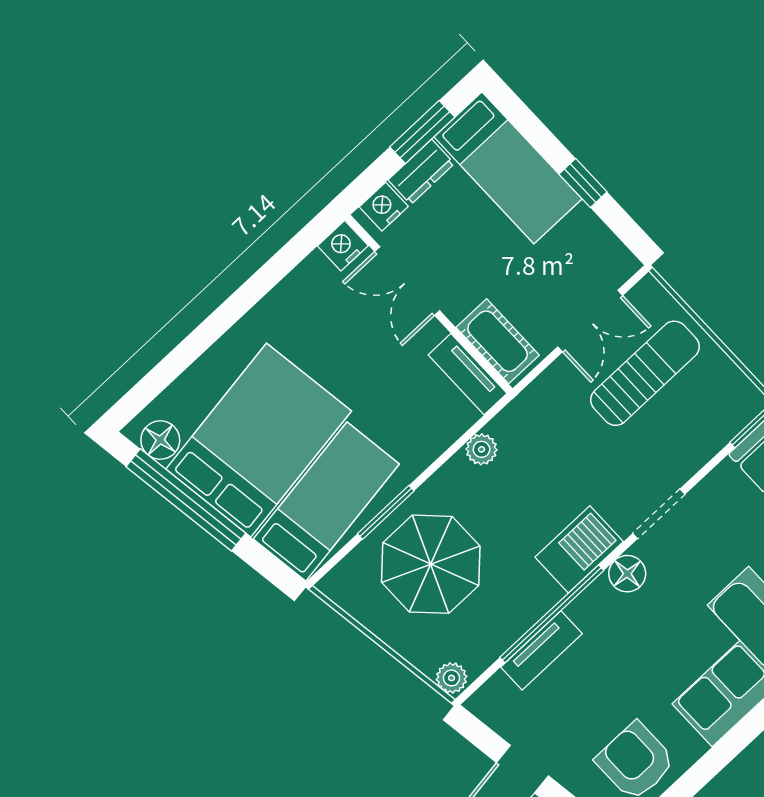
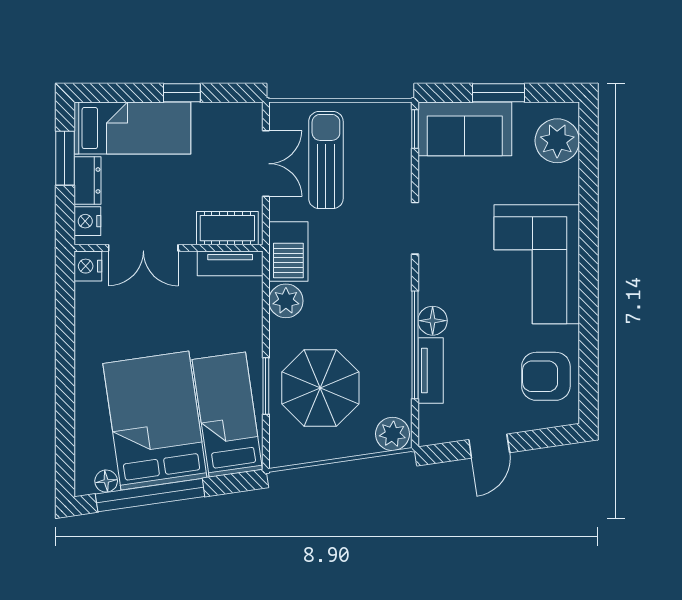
floor lamp: (160, 440) -> (106, 481), width x0.73, depth x0.73
plant: (481, 449) -> (286, 301), width x1.38, depth x1.38
barbecue: (579, 549) -> (288, 251), moved, turned 180
floor lamp: (627, 574) -> (433, 321), moved
plant: (452, 678) -> (393, 434), width x1.38, depth x1.38

